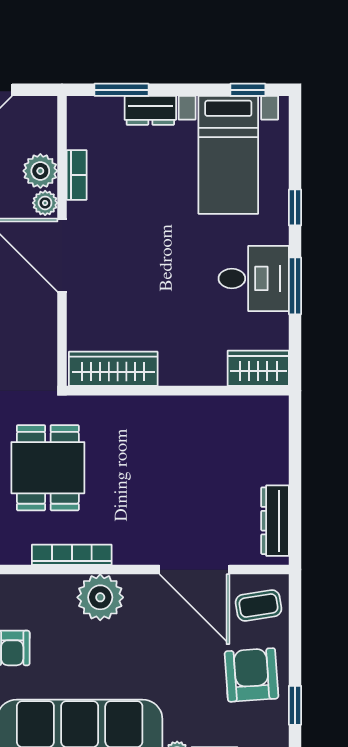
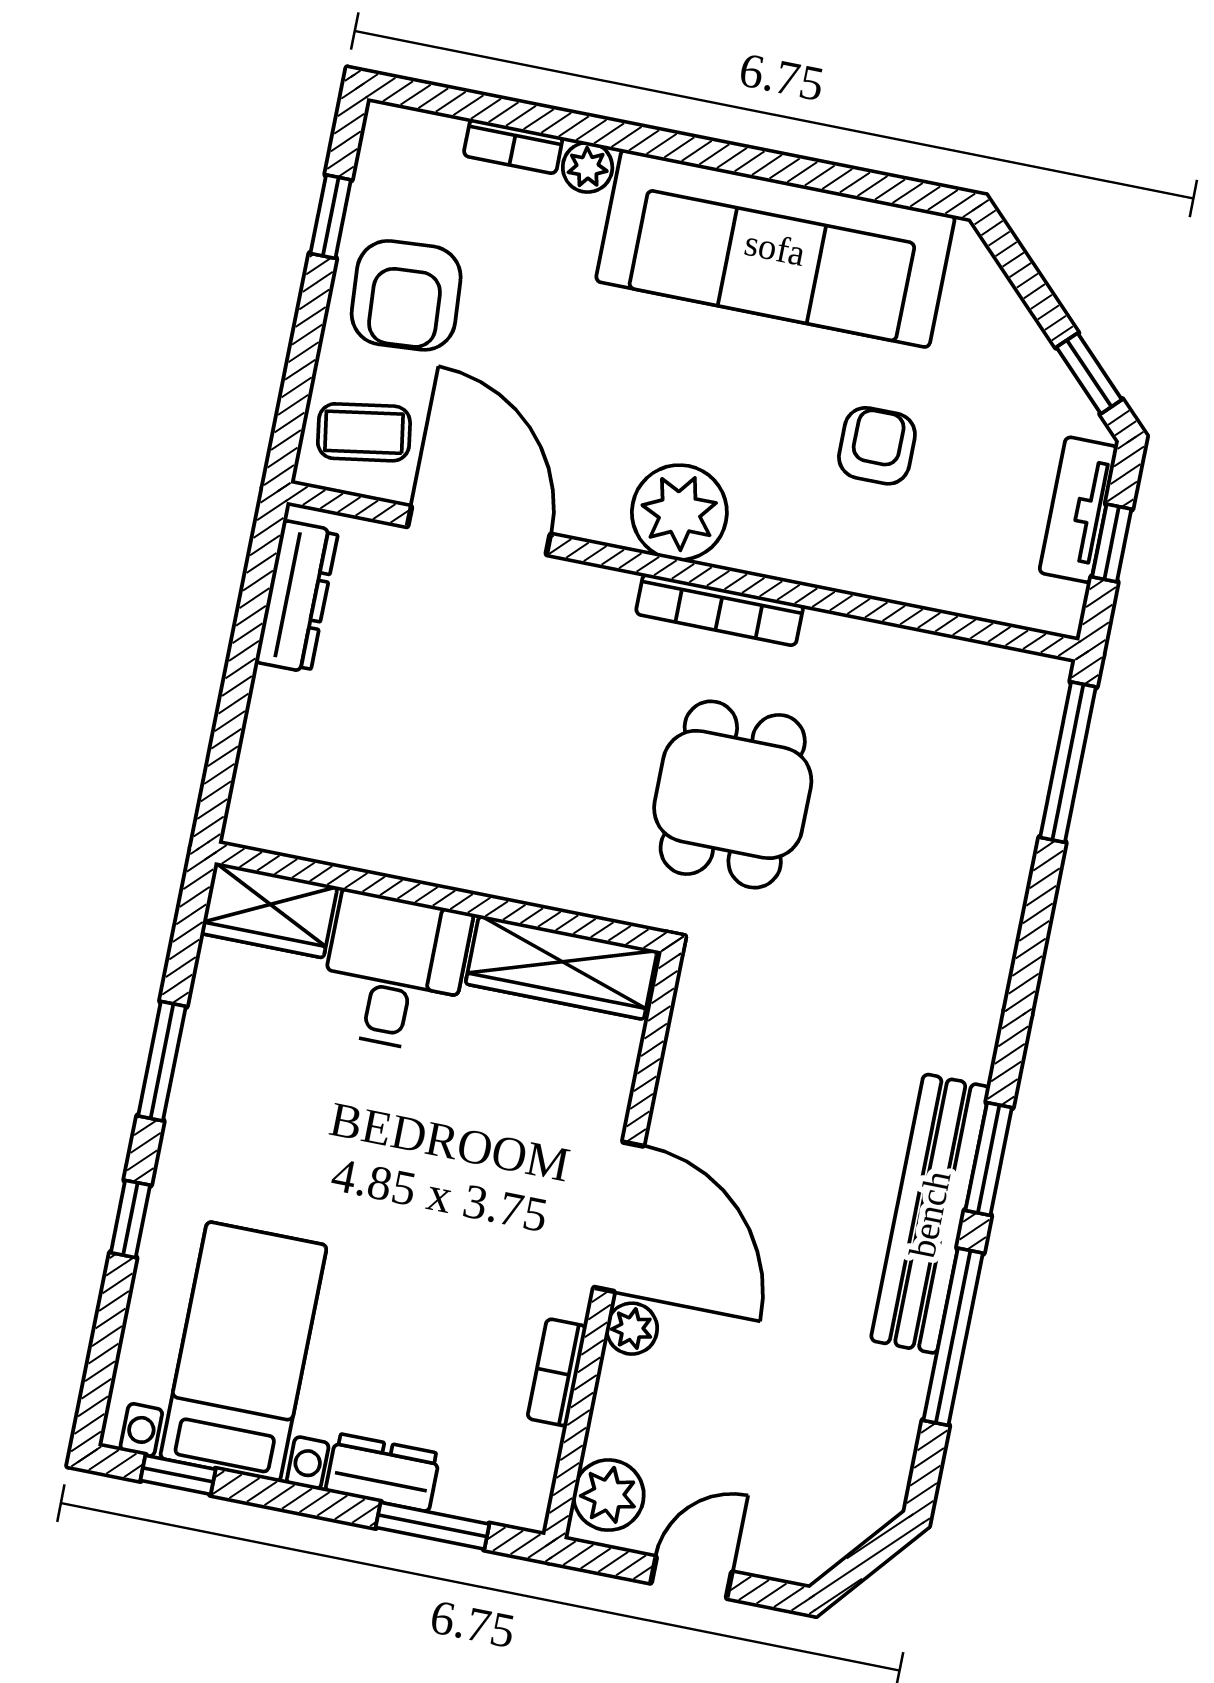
plant: (40, 171) -> (609, 1495), moved
desk: (254, 278) -> (394, 972), moved, turned 90

